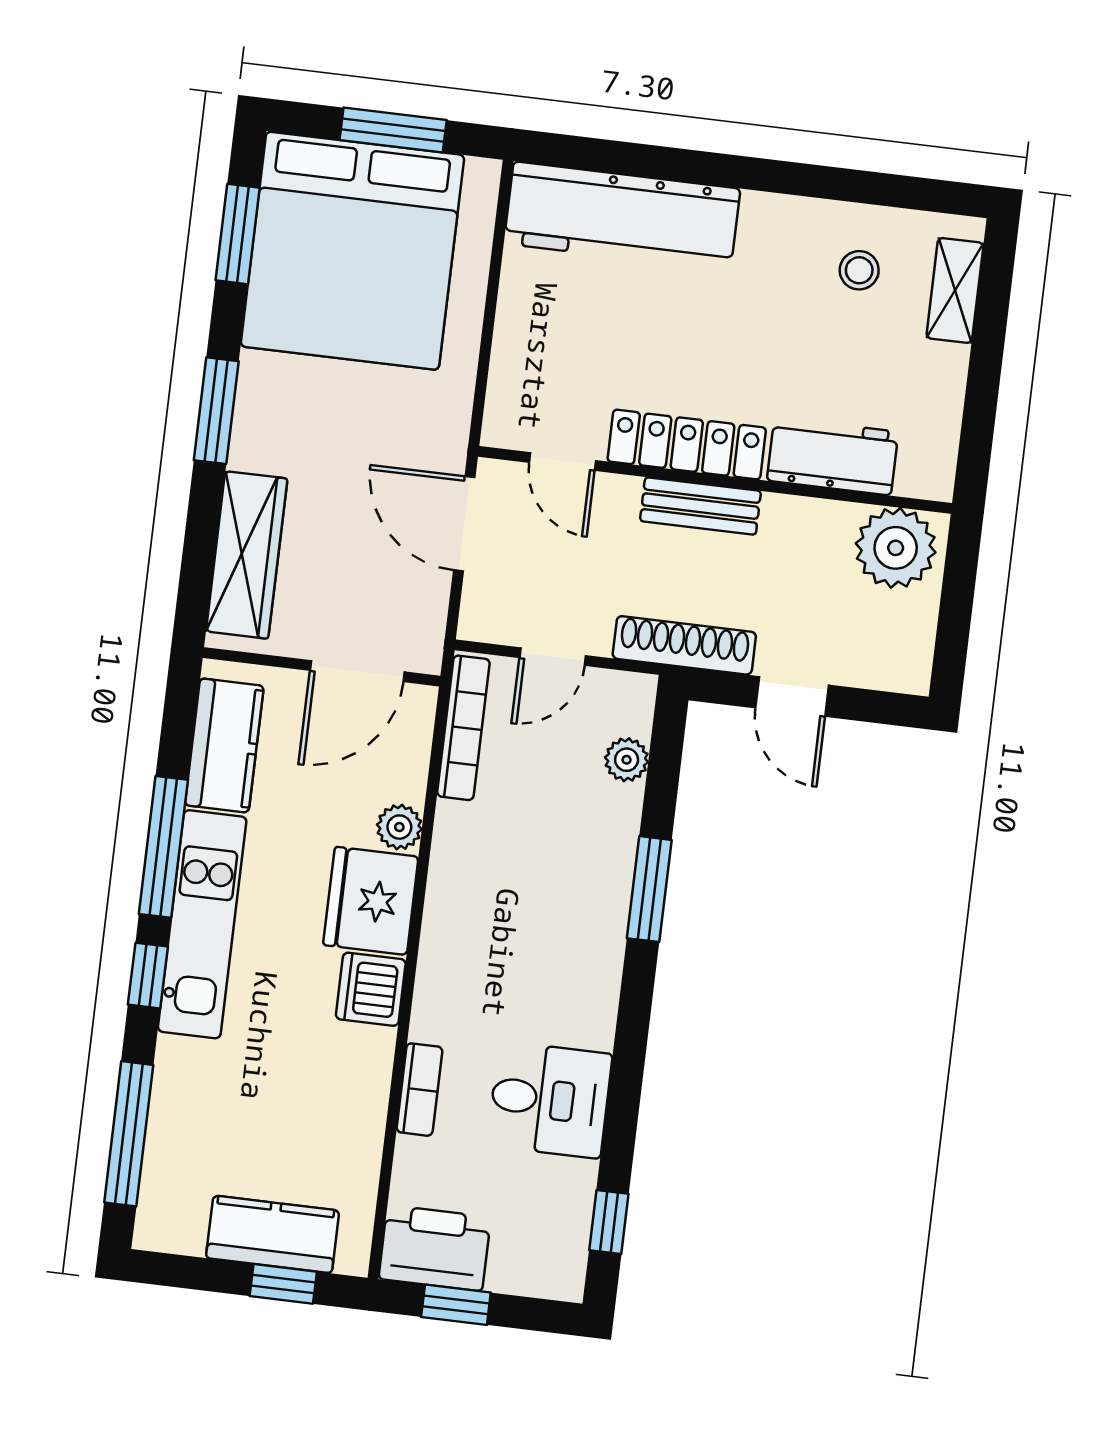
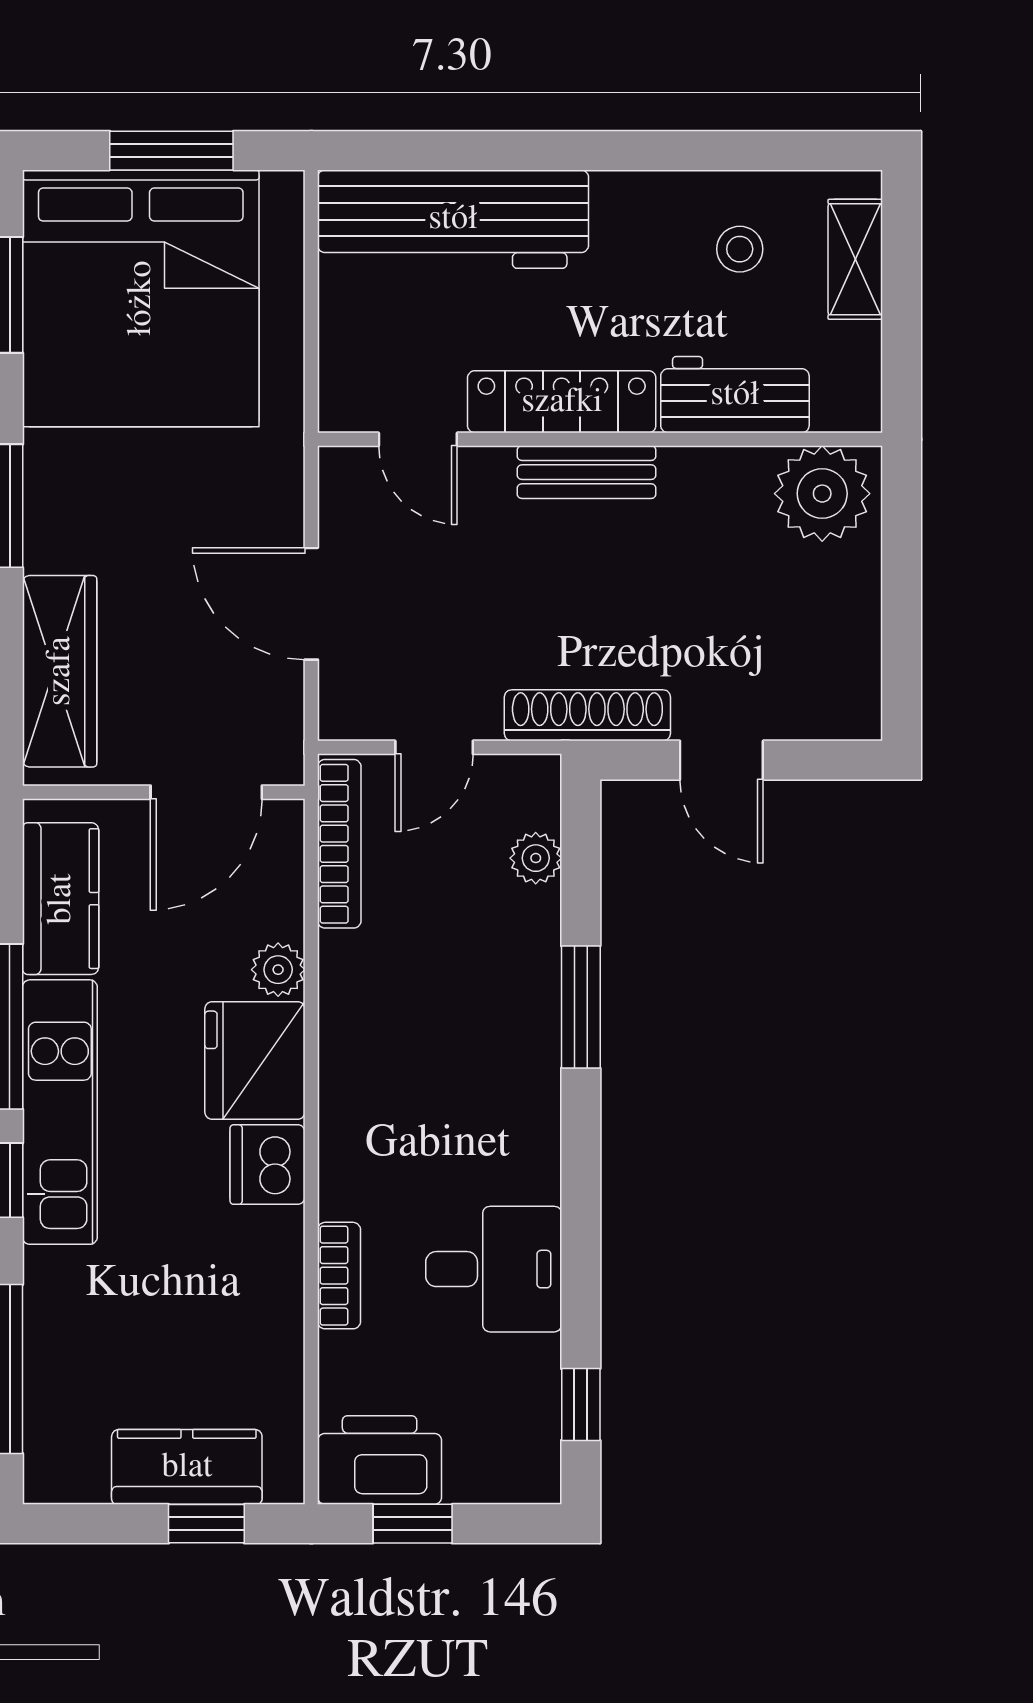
locker: (687, 445) -> (562, 402), moved
workbench: (833, 456) -> (735, 395), moved
door: (562, 461) -> (418, 439), moved
wall: (715, 480) -> (600, 439), moved
bench: (700, 506) -> (587, 472), moved
plant: (896, 548) -> (822, 494), moved

